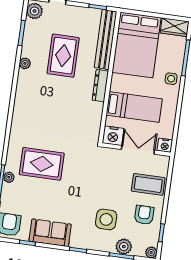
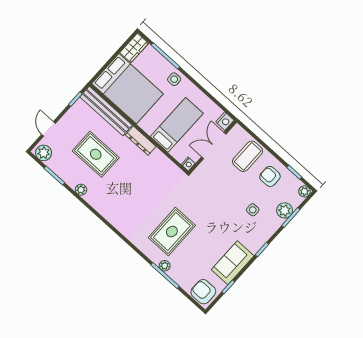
nightstand: (113, 136) -> (188, 164), width x0.53, depth x0.56
side table: (106, 219) -> (253, 210), width x0.54, depth x0.54

